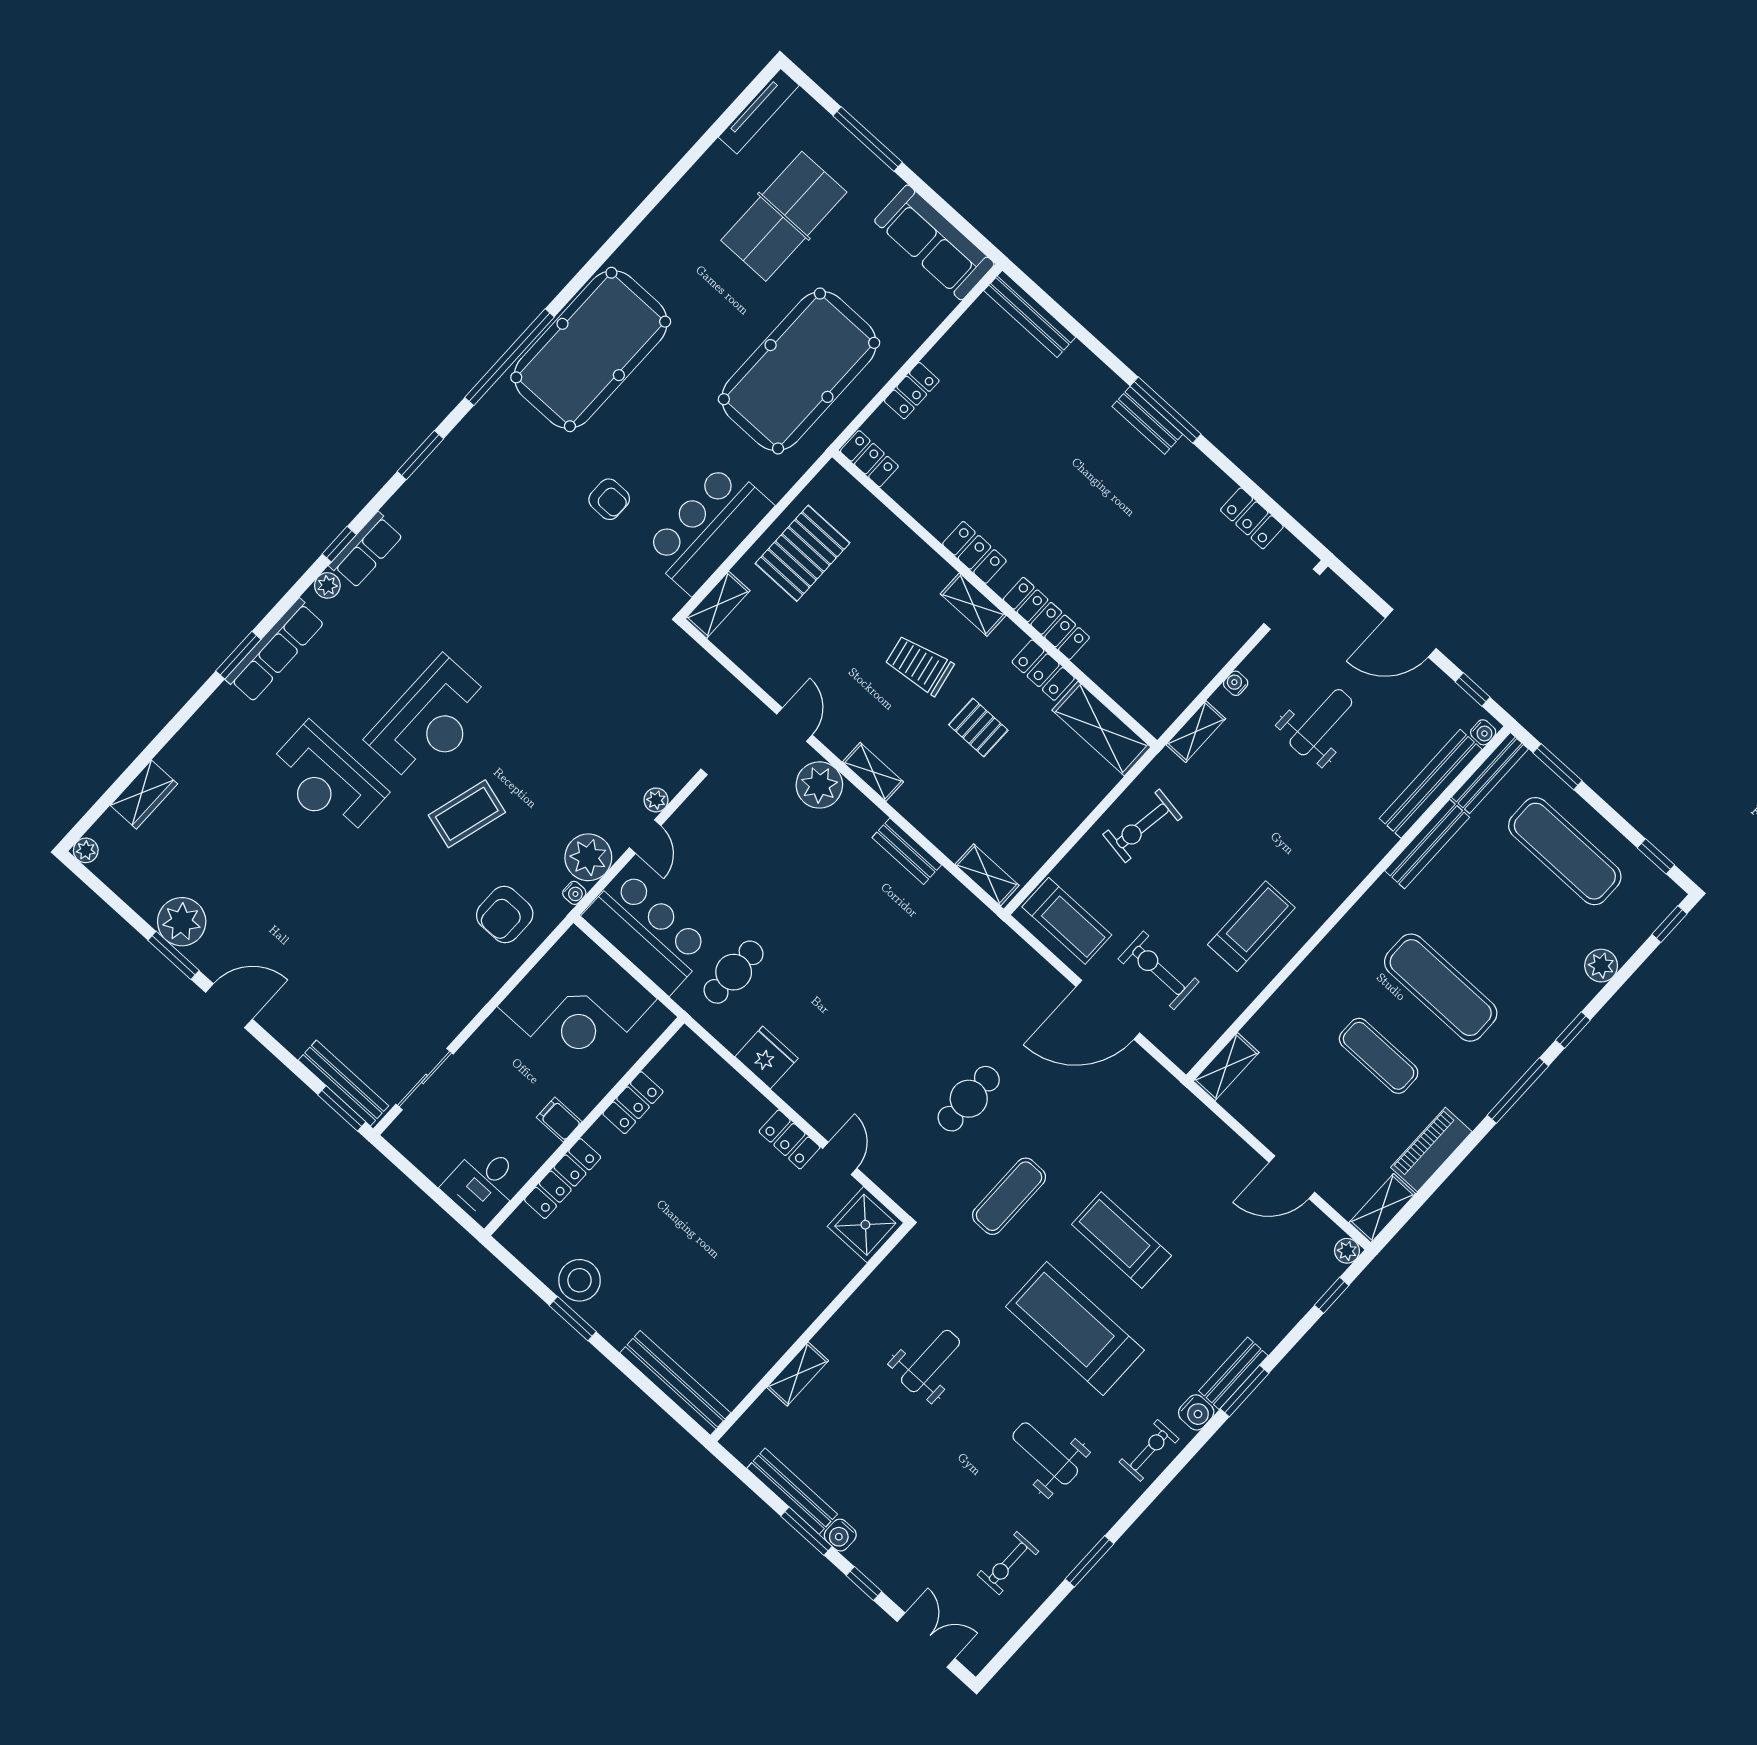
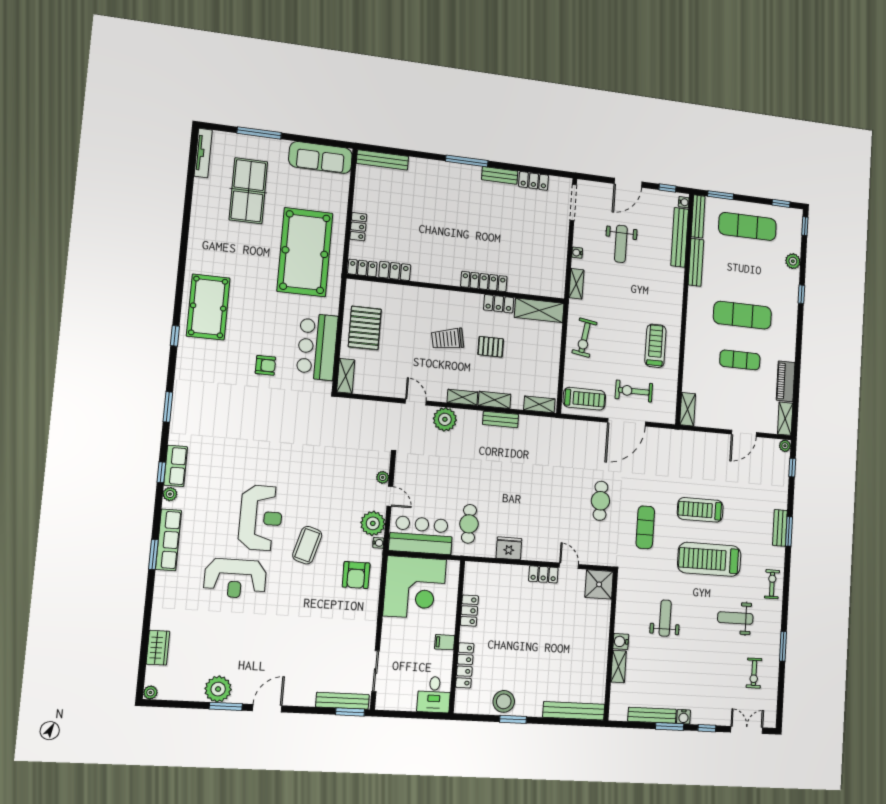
pool table: (591, 349) -> (208, 307), width x0.73, depth x0.76
window: (509, 357) -> (175, 336), width x0.32
bench: (1147, 420) -> (500, 175), moved
locker: (974, 552) -> (395, 271), moved
shelving: (973, 605) -> (494, 400), moved
weight bench: (1321, 722) -> (621, 244), turned 180
window: (1518, 1091) -> (799, 333), removed
water cooler: (1196, 1412) -> (621, 641), moved, turned 180

